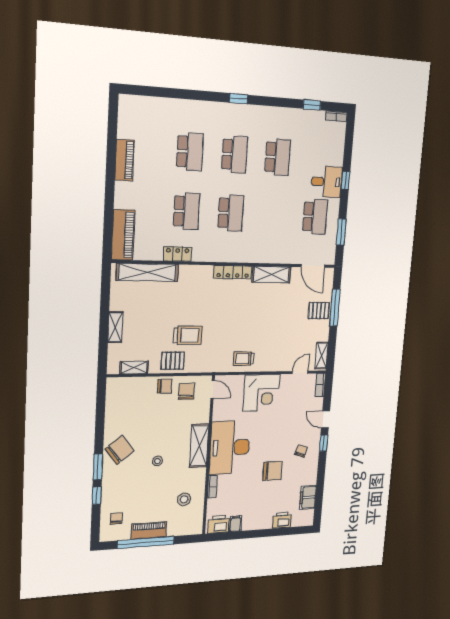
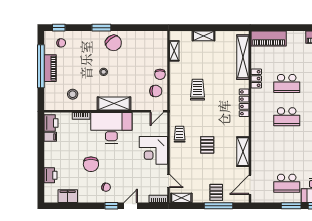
window: (341, 232) -> (291, 206), moved
locker: (233, 272) -> (244, 103), moved
trolley: (188, 335) -> (197, 90), turned 180
pallet: (173, 361) -> (207, 145), moved
window: (97, 496) -> (59, 28), moved

